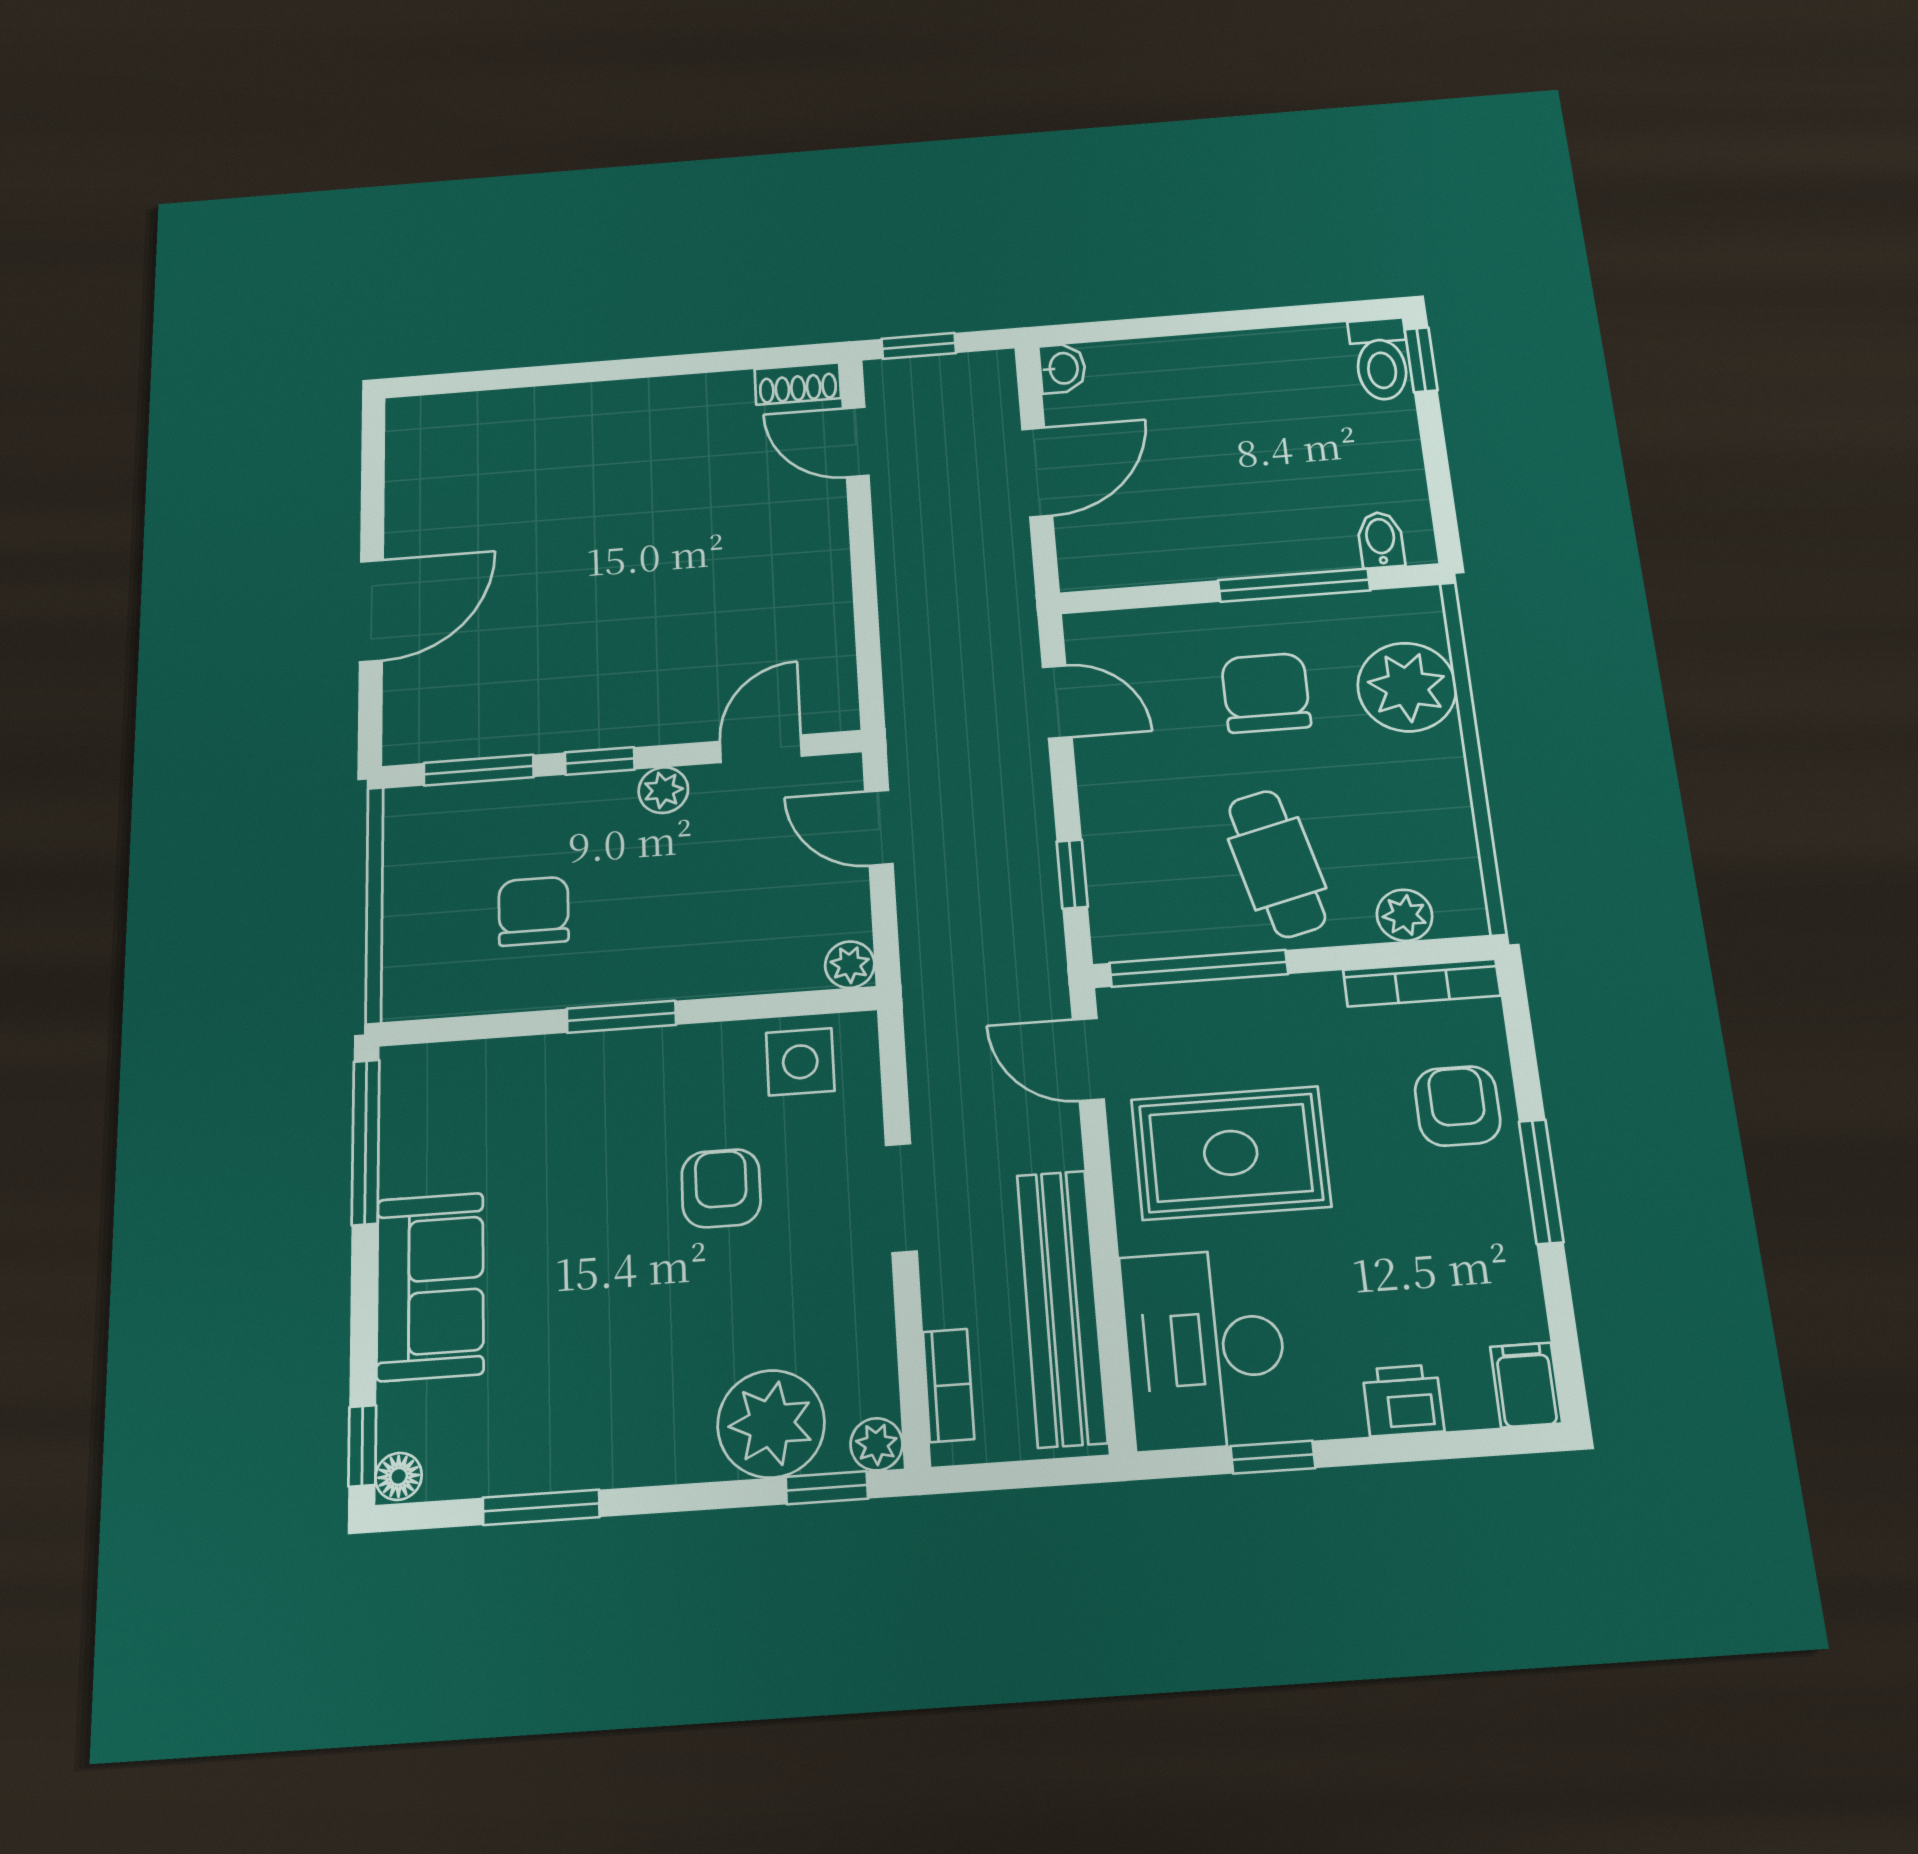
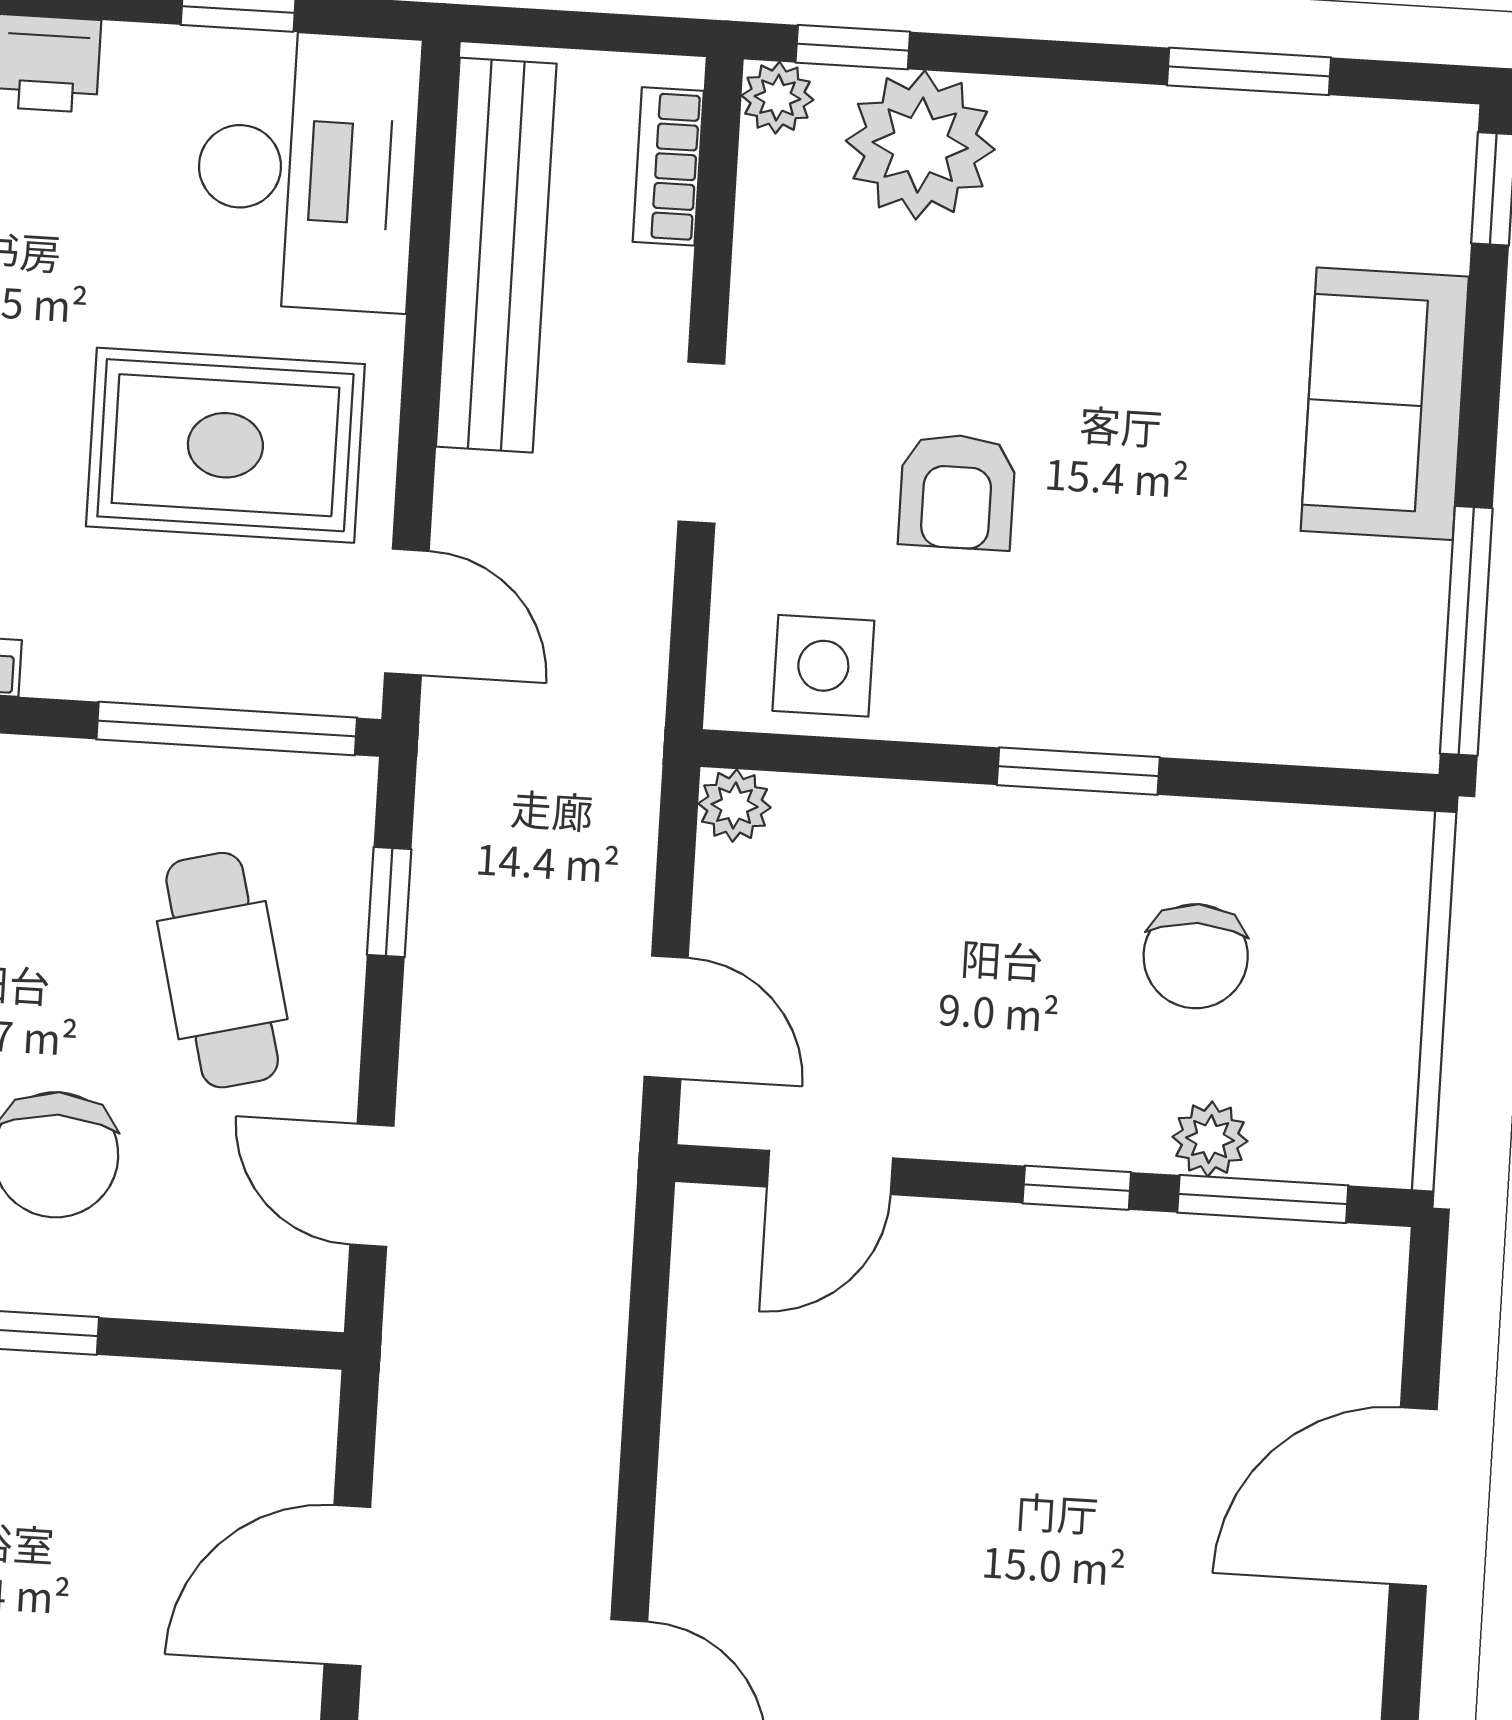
plant: (663, 790) -> (1210, 1139), moved
cafe table: (1277, 864) -> (222, 970), moved
floor lamp: (399, 1476) -> (1445, 140), removed

